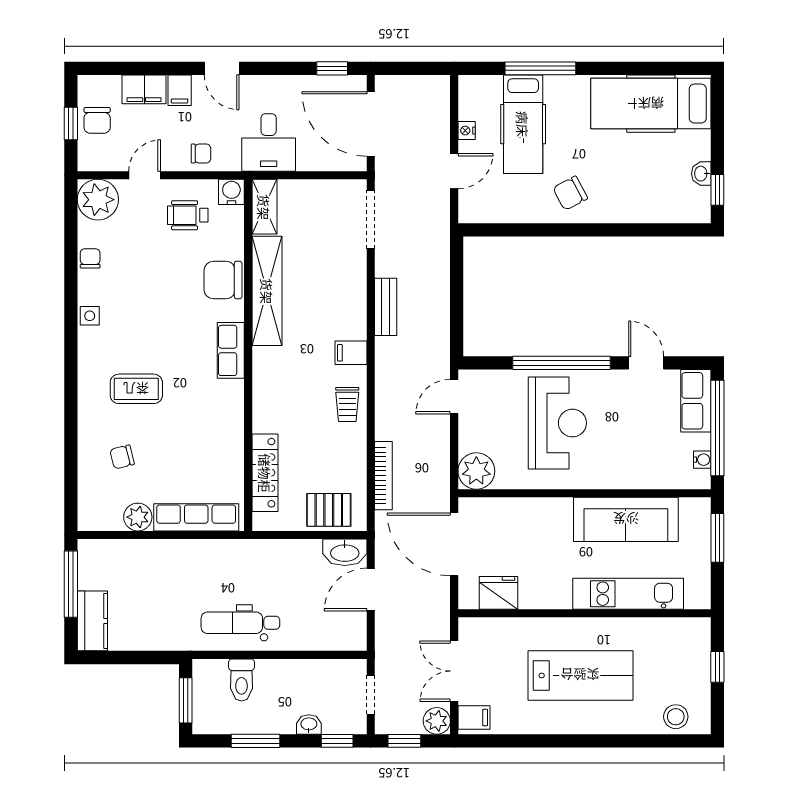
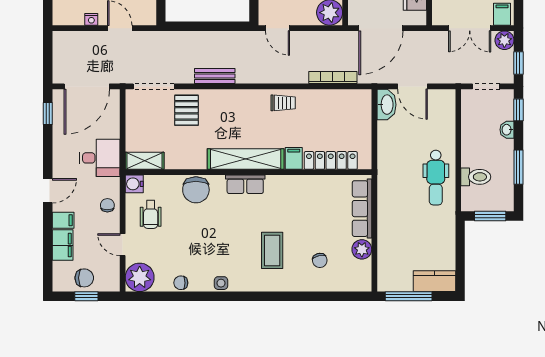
shelving: (267, 291) -> (246, 159), moved
filing cabinet: (351, 353) -> (294, 158), moved, turned 180
pallet: (329, 510) -> (187, 110), moved

